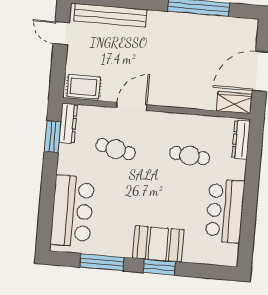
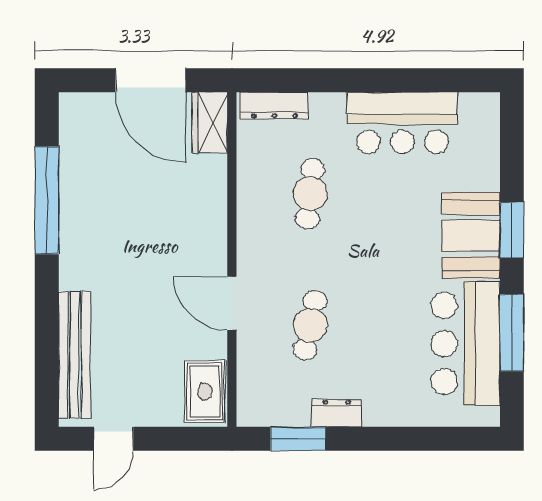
dresser: (68, 123) -> (337, 413), moved, width x0.70
bar counter: (72, 211) -> (466, 344), moved, turned -90

